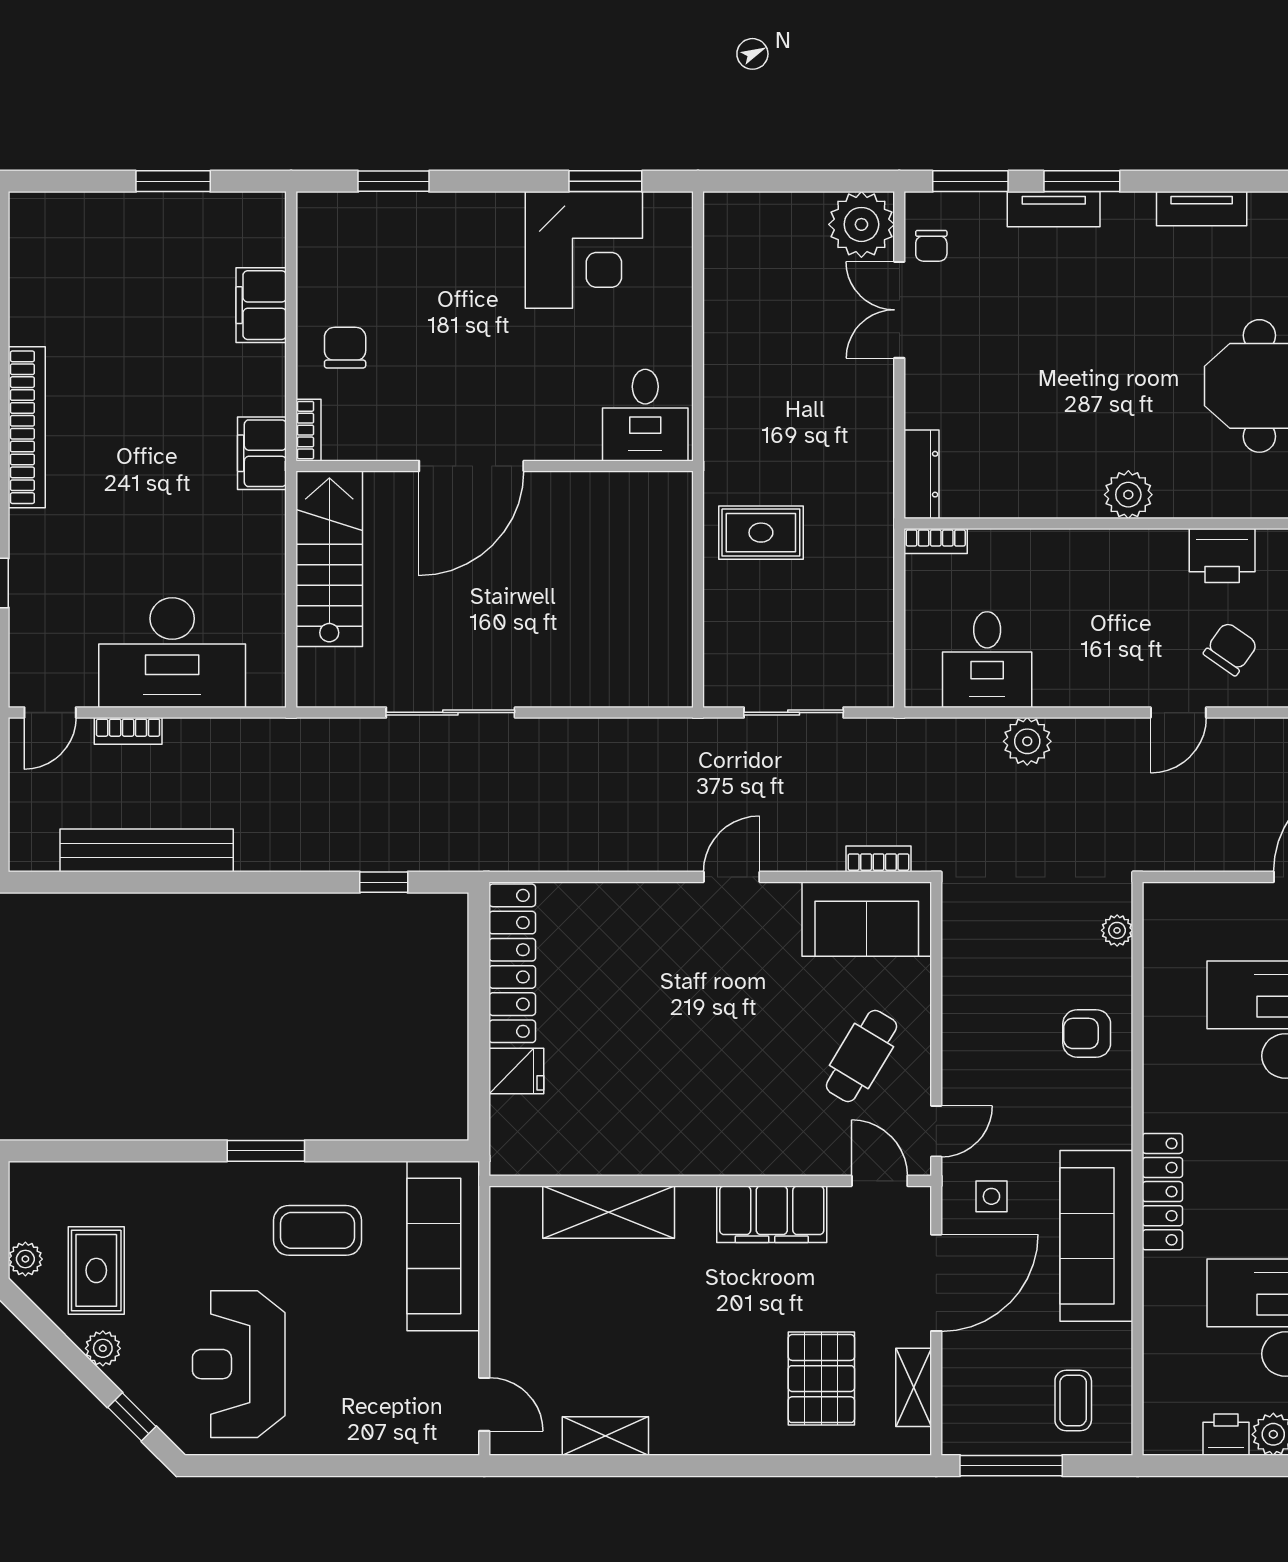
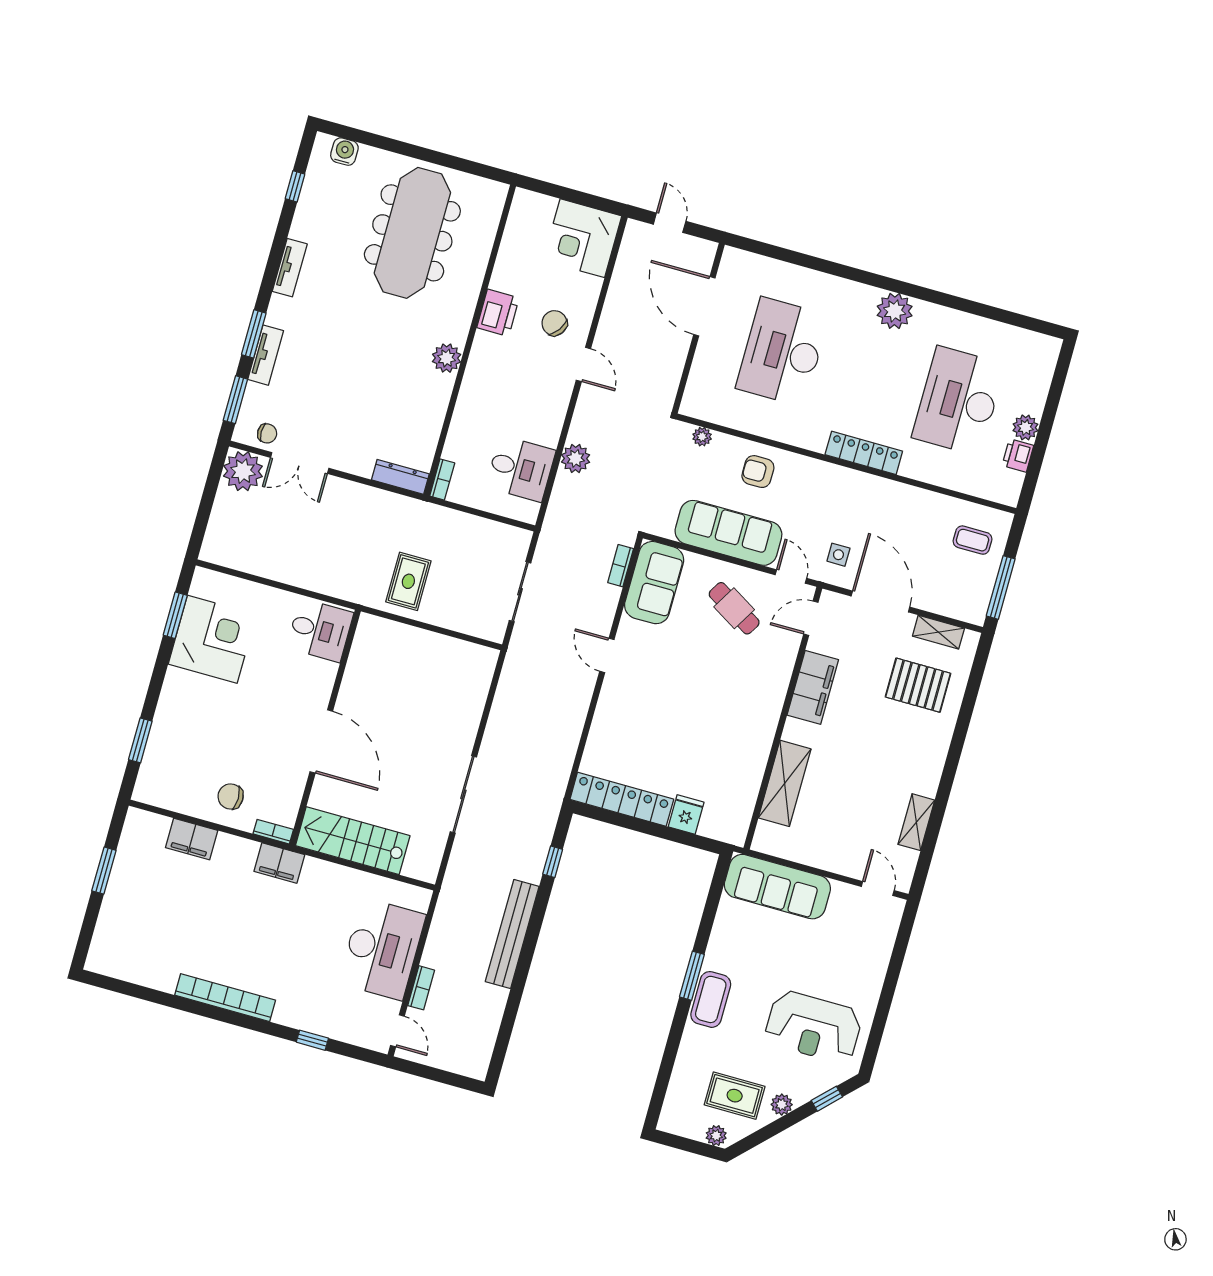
bench: (147, 850) -> (512, 934), moved
armchair: (1087, 1033) -> (758, 472), turned 90
coffee table: (317, 1230) -> (711, 999), moved
sofa: (1096, 1236) -> (728, 533), moved, turned 180
door: (484, 1404) -> (878, 889), hinge flipped

